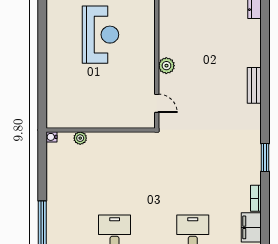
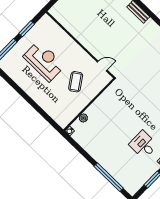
plant: (166, 66) -> (89, 44), removed
coffee table: (112, 91) -> (76, 82), added

